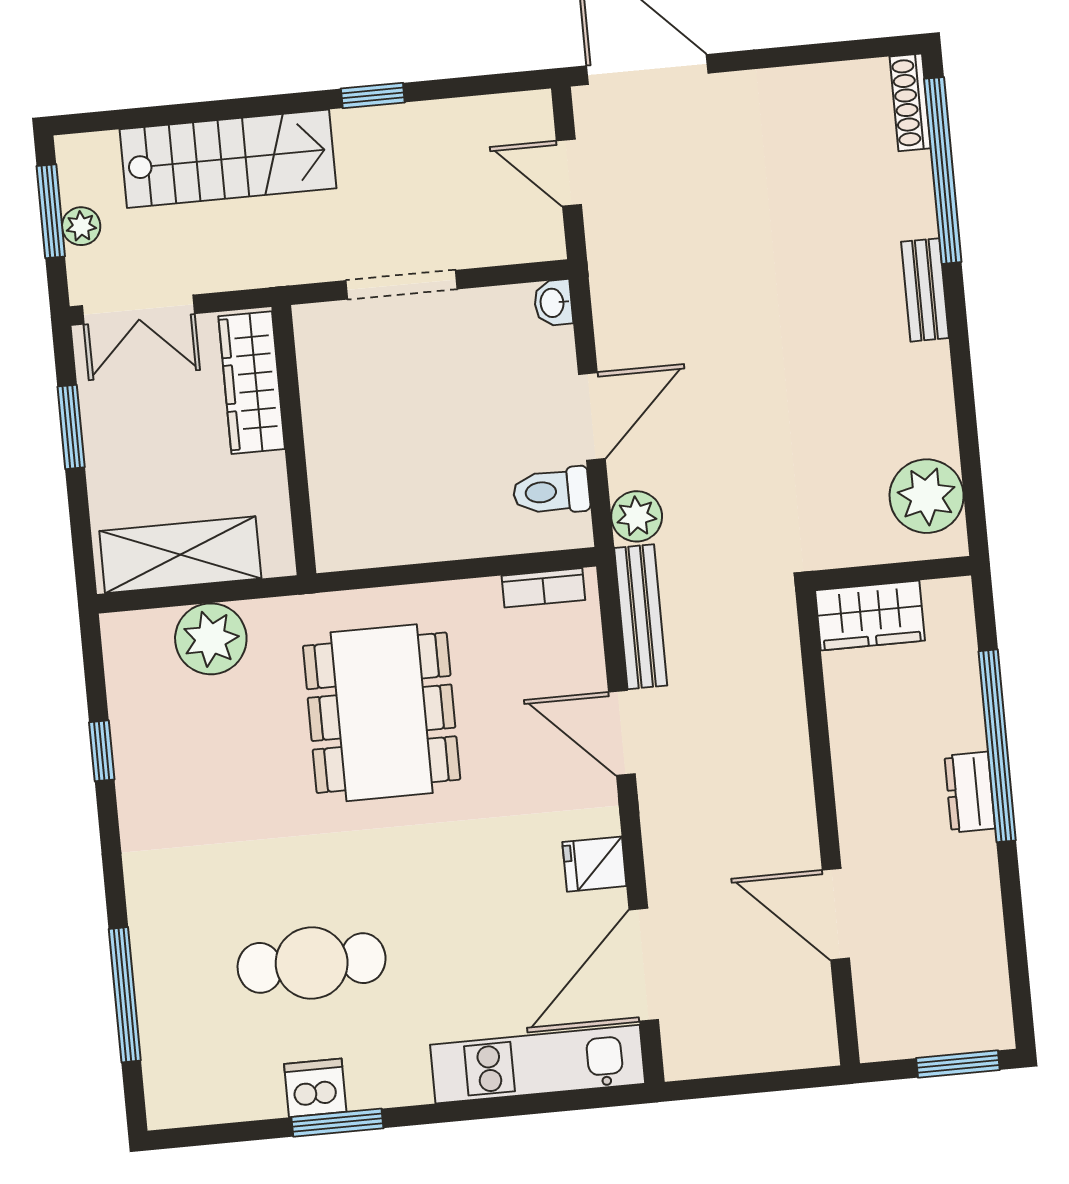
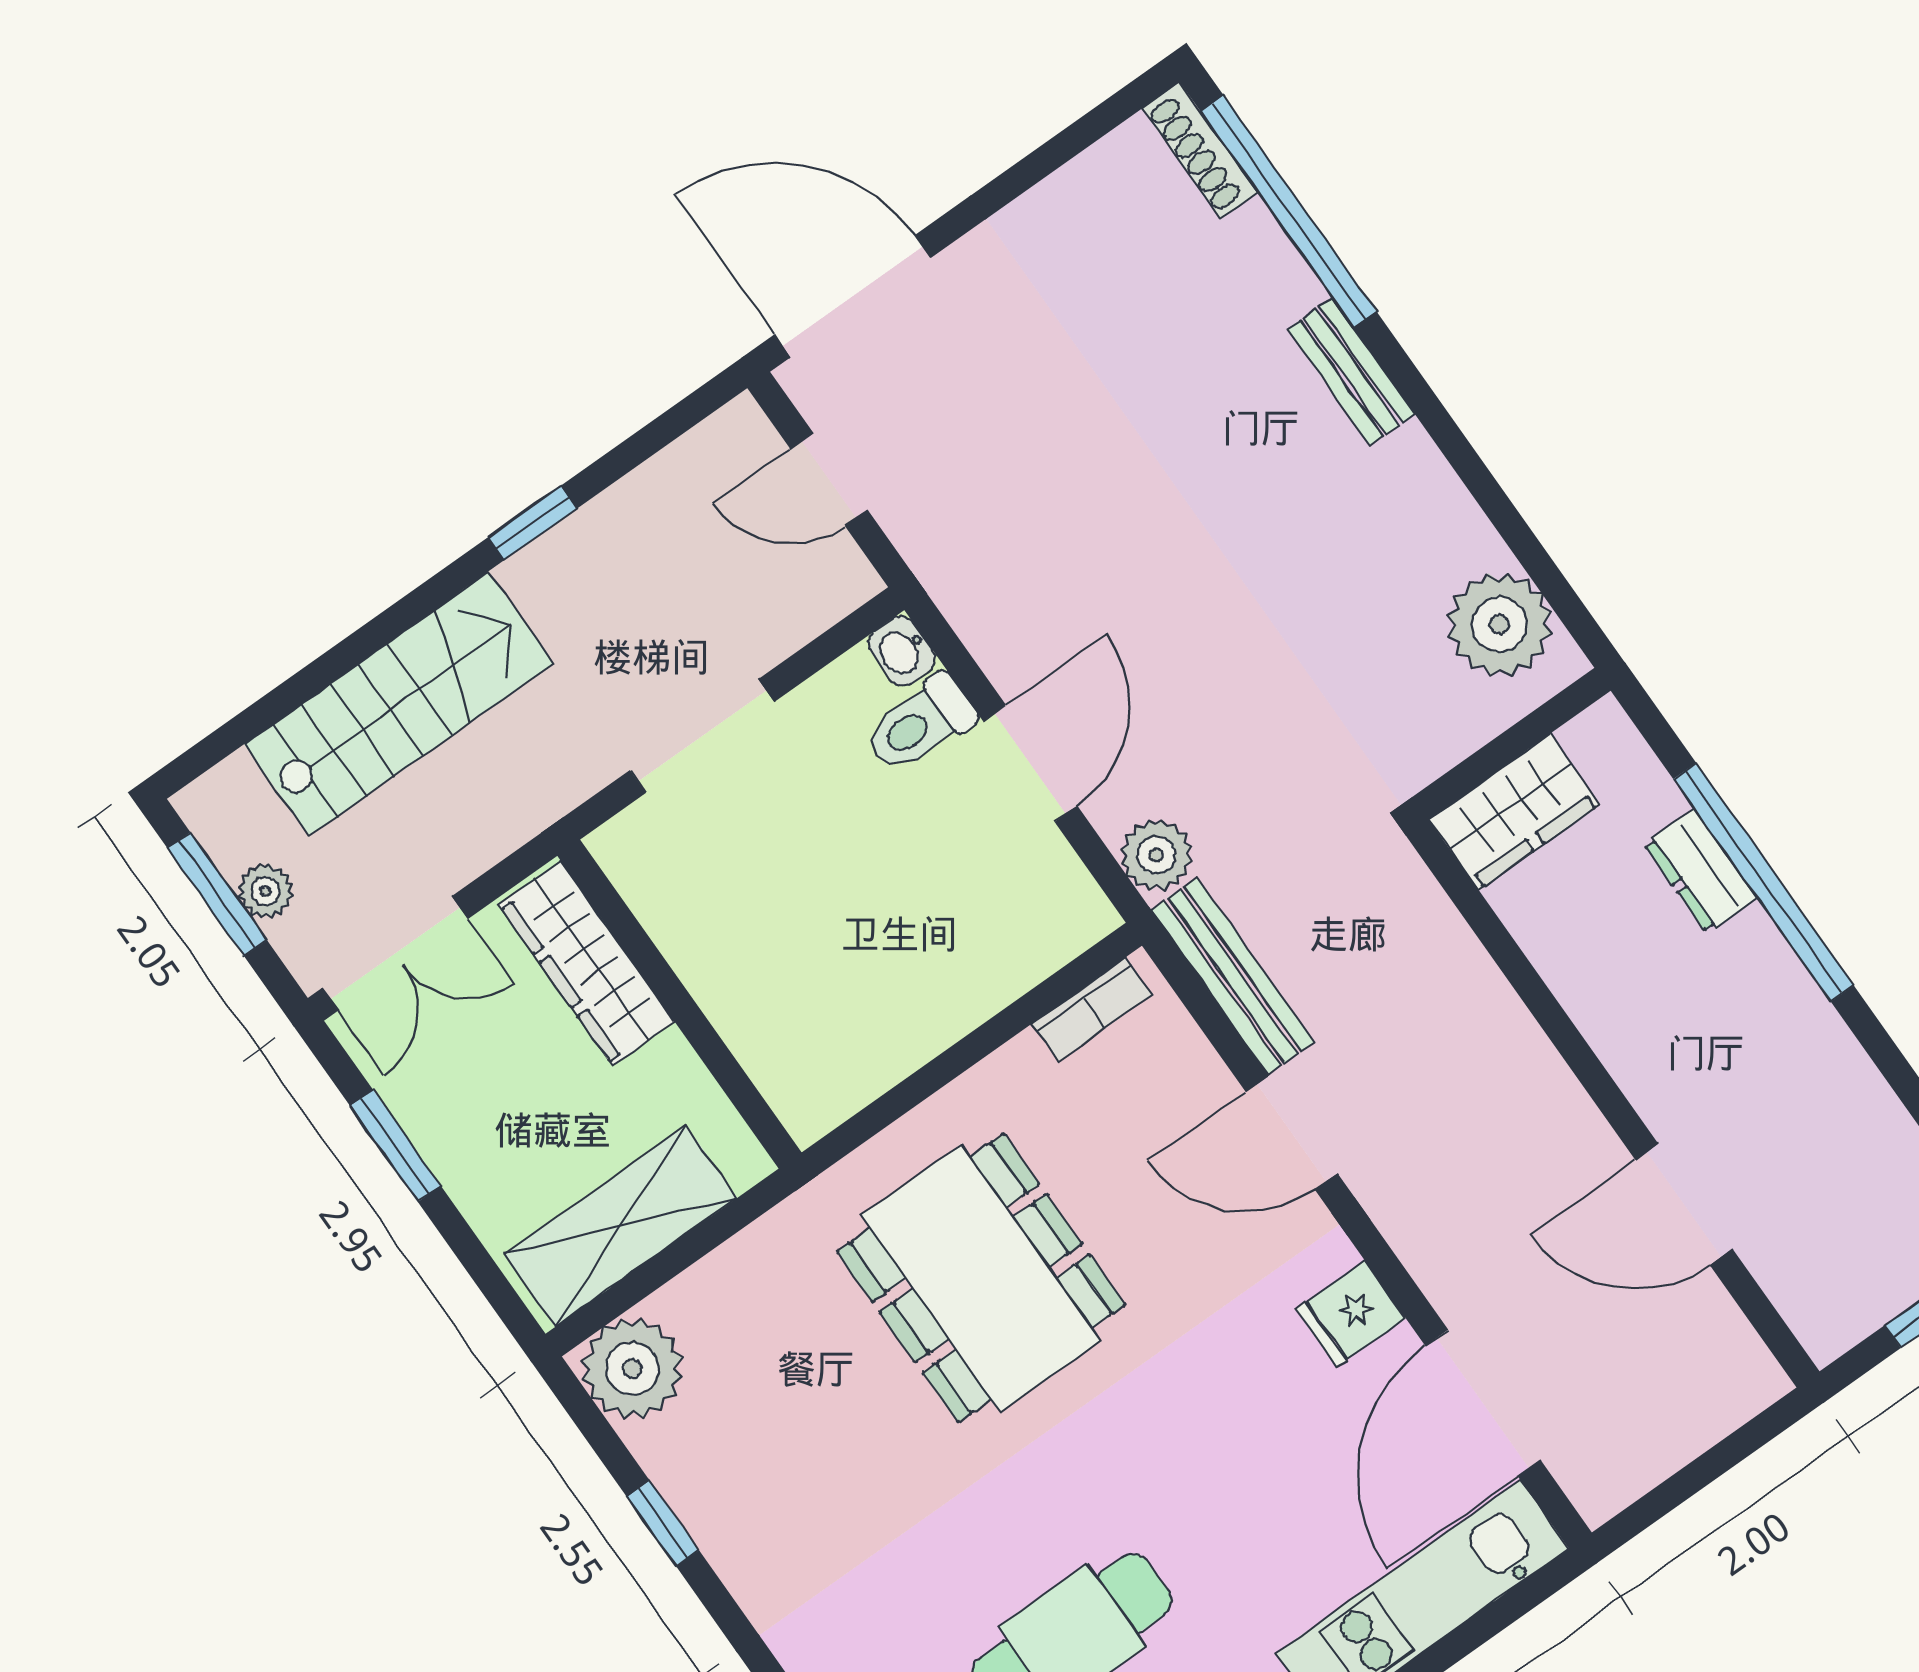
toilet: (551, 491) -> (920, 724), moved
plant: (211, 639) -> (632, 1369), moved
dresser: (970, 792) -> (1700, 871), moved

